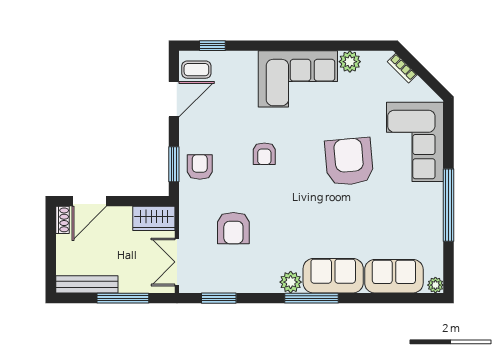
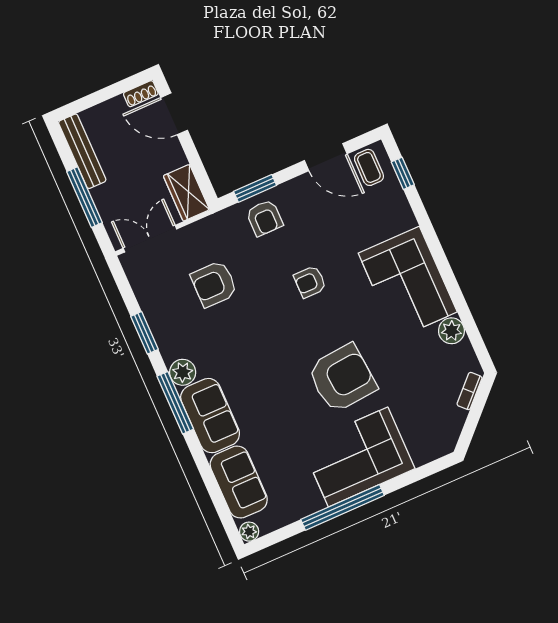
corner sofa: (415, 142) -> (358, 457), moved
armchair: (200, 167) -> (264, 218), turned 90
window: (219, 298) -> (144, 333), moved

